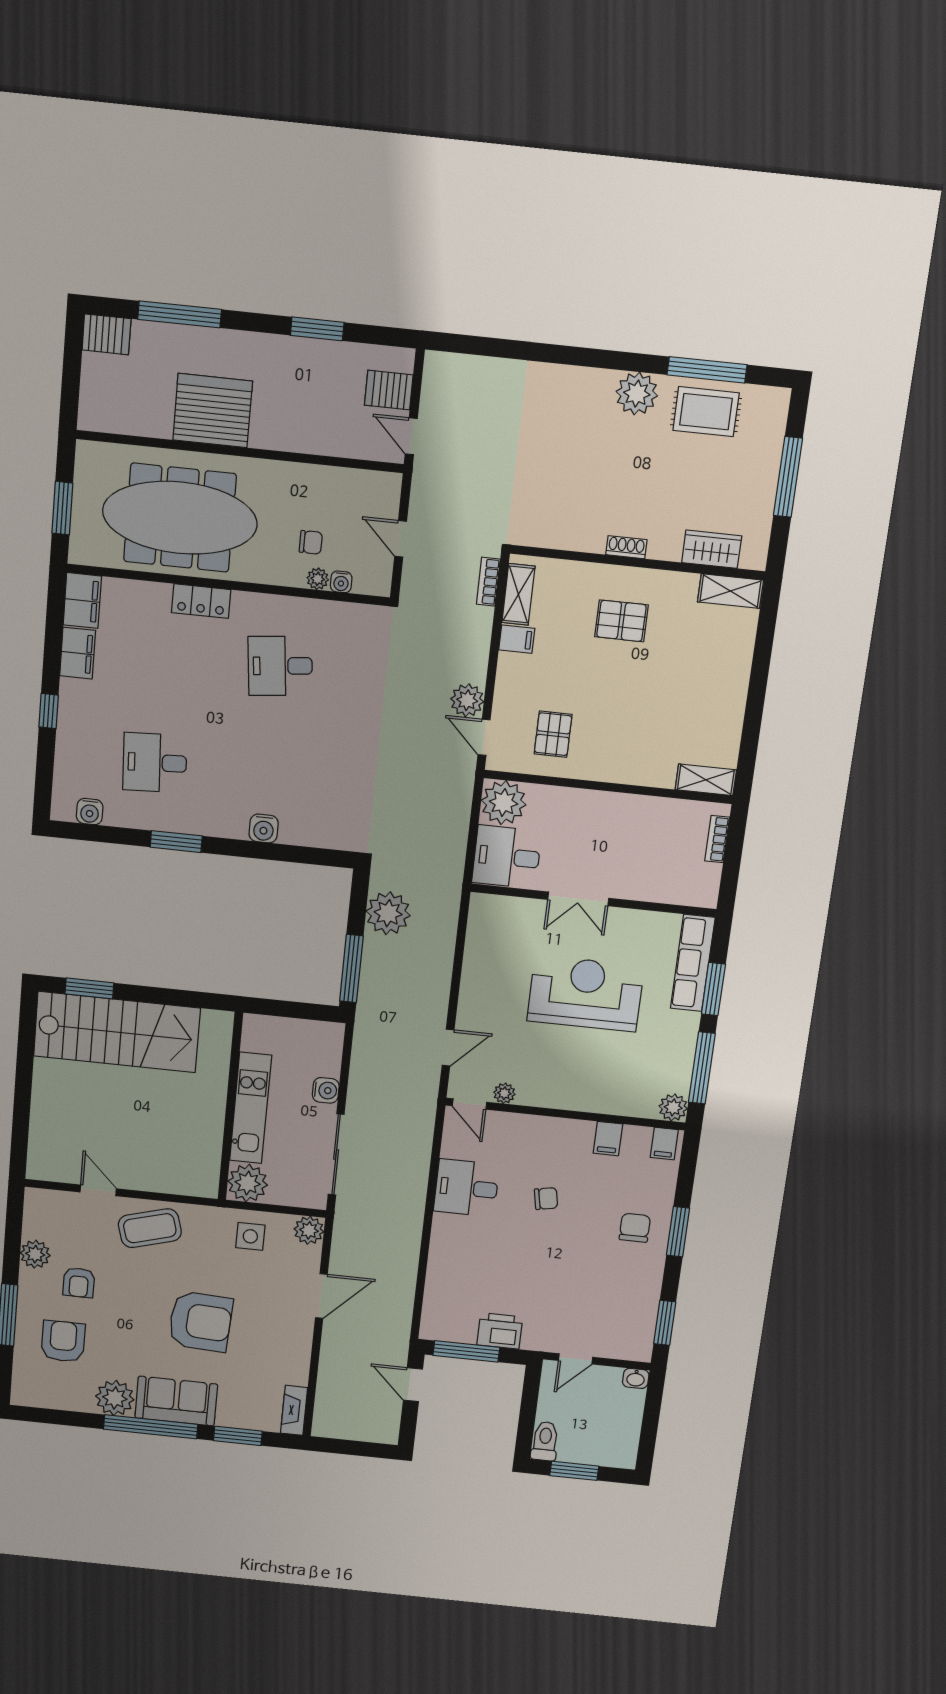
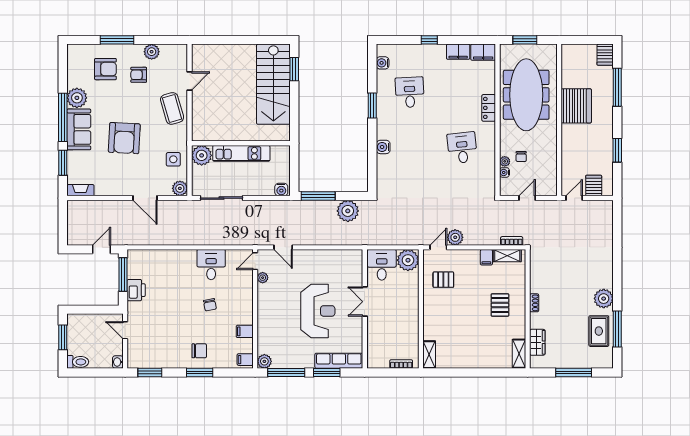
water cooler: (326, 1090) -> (281, 190), moved
toilet: (545, 1441) -> (78, 362), moved

